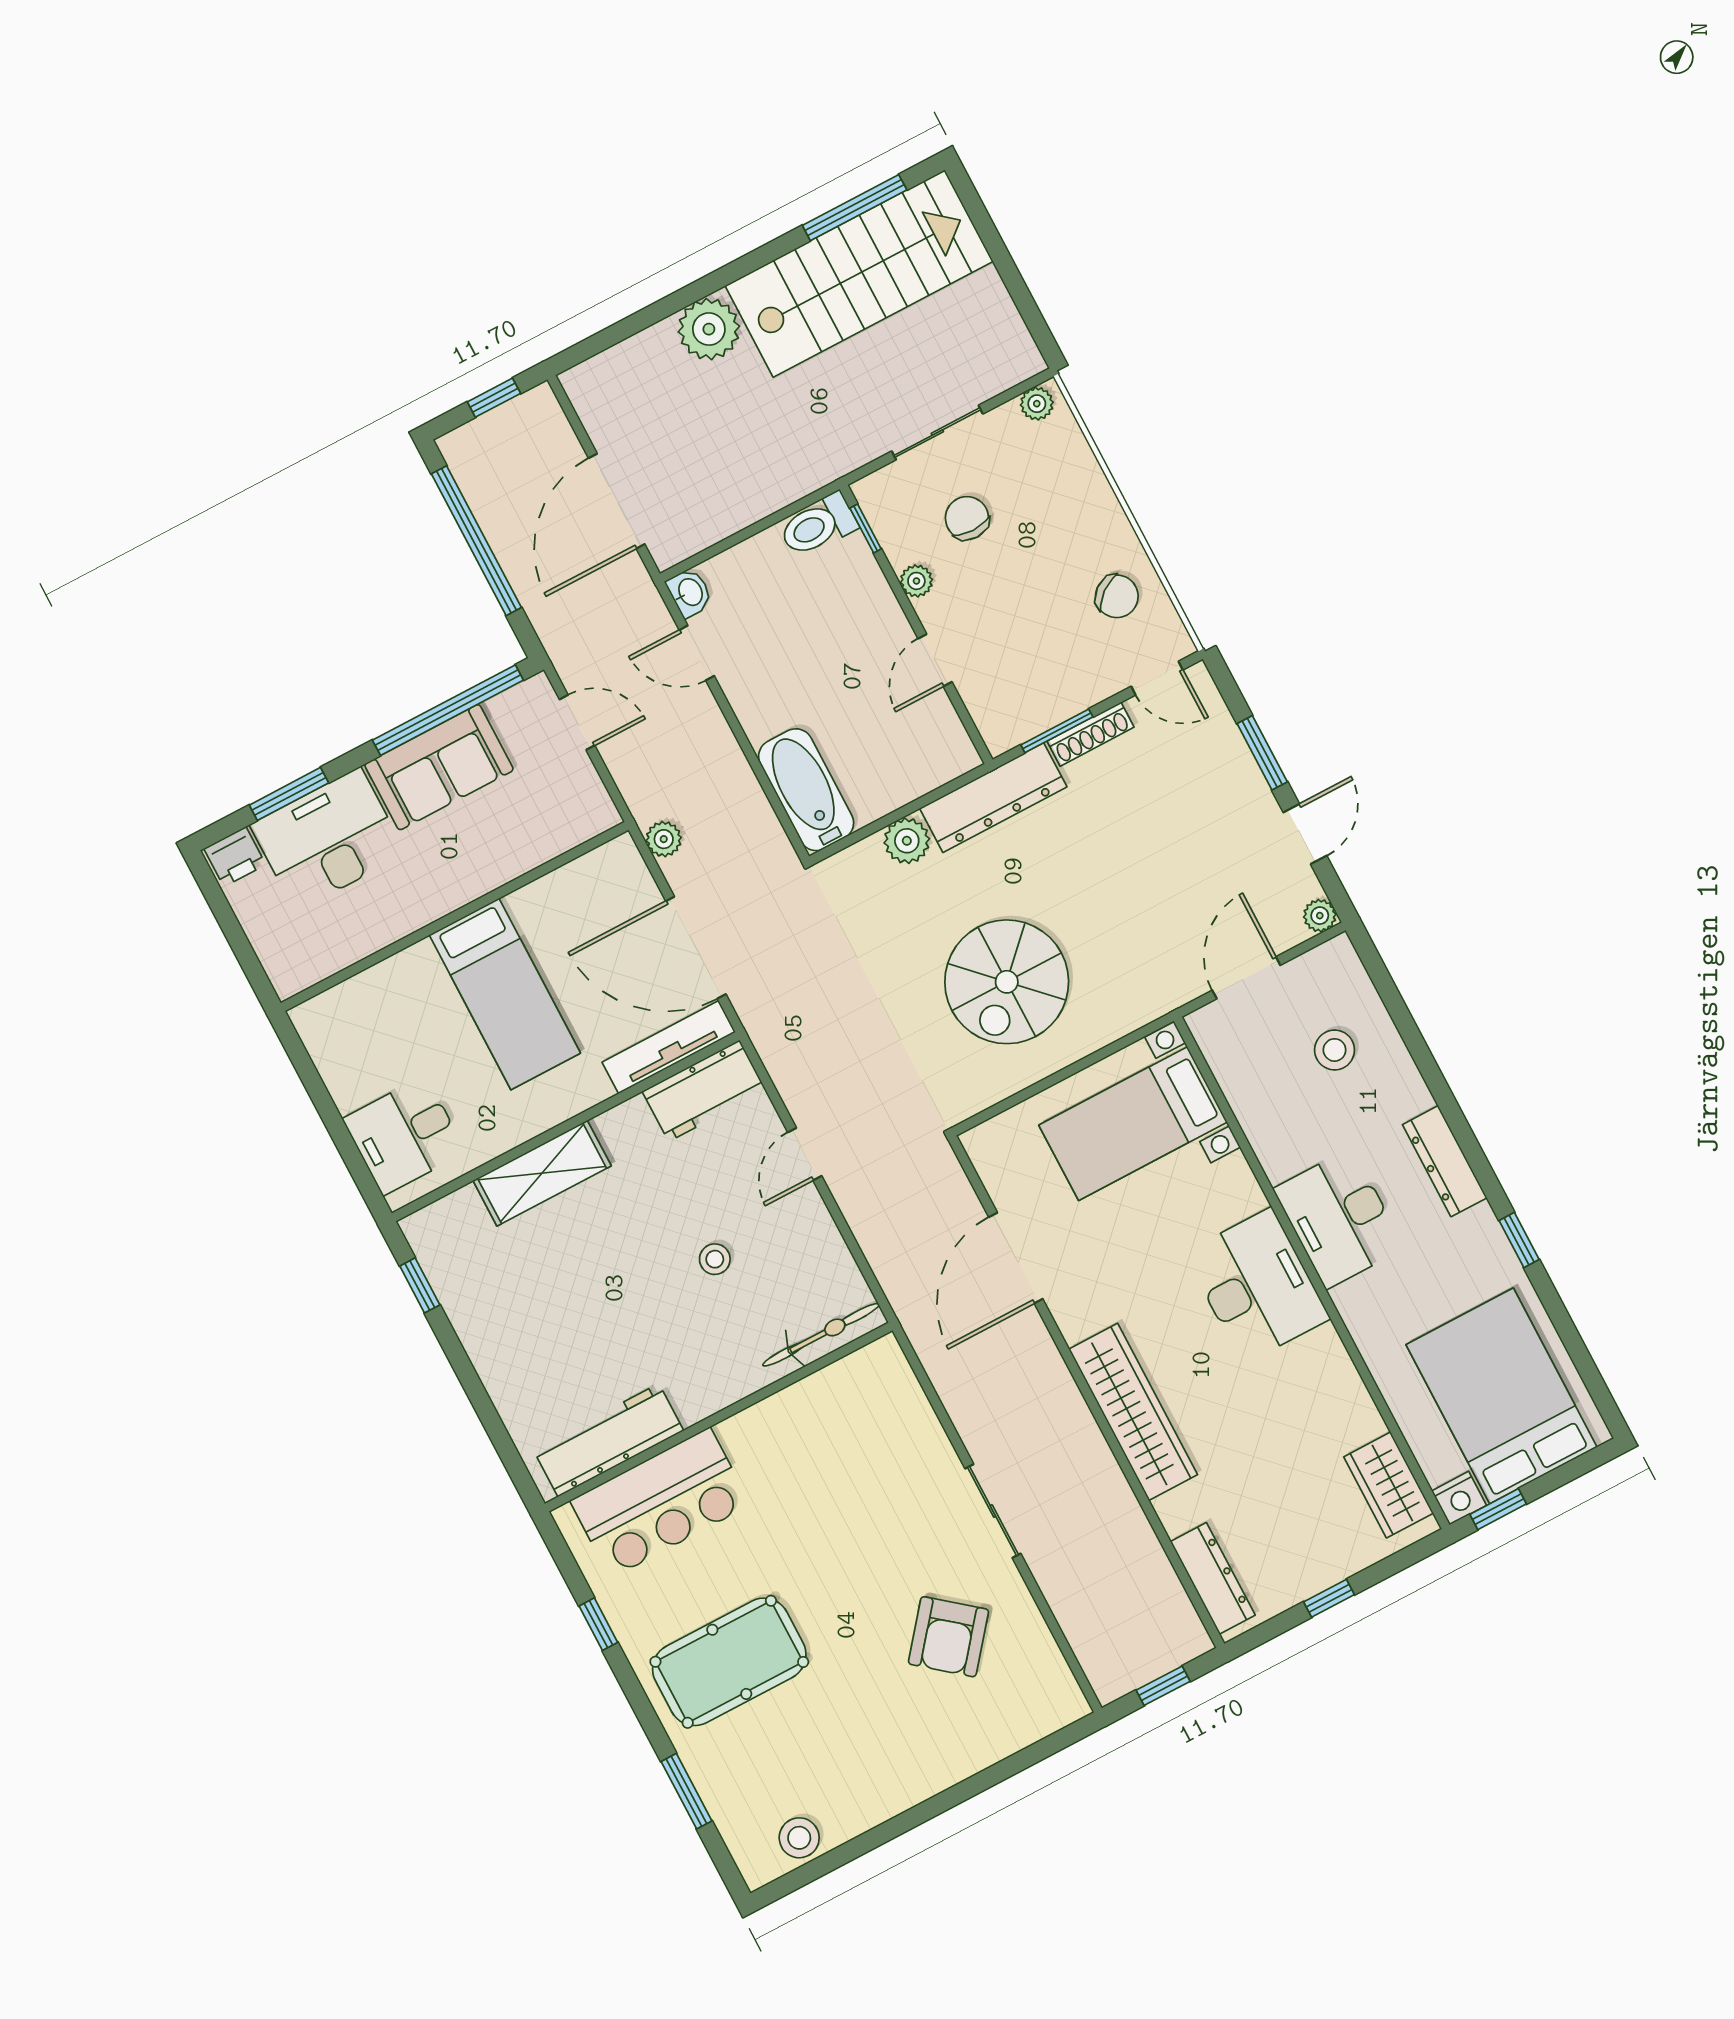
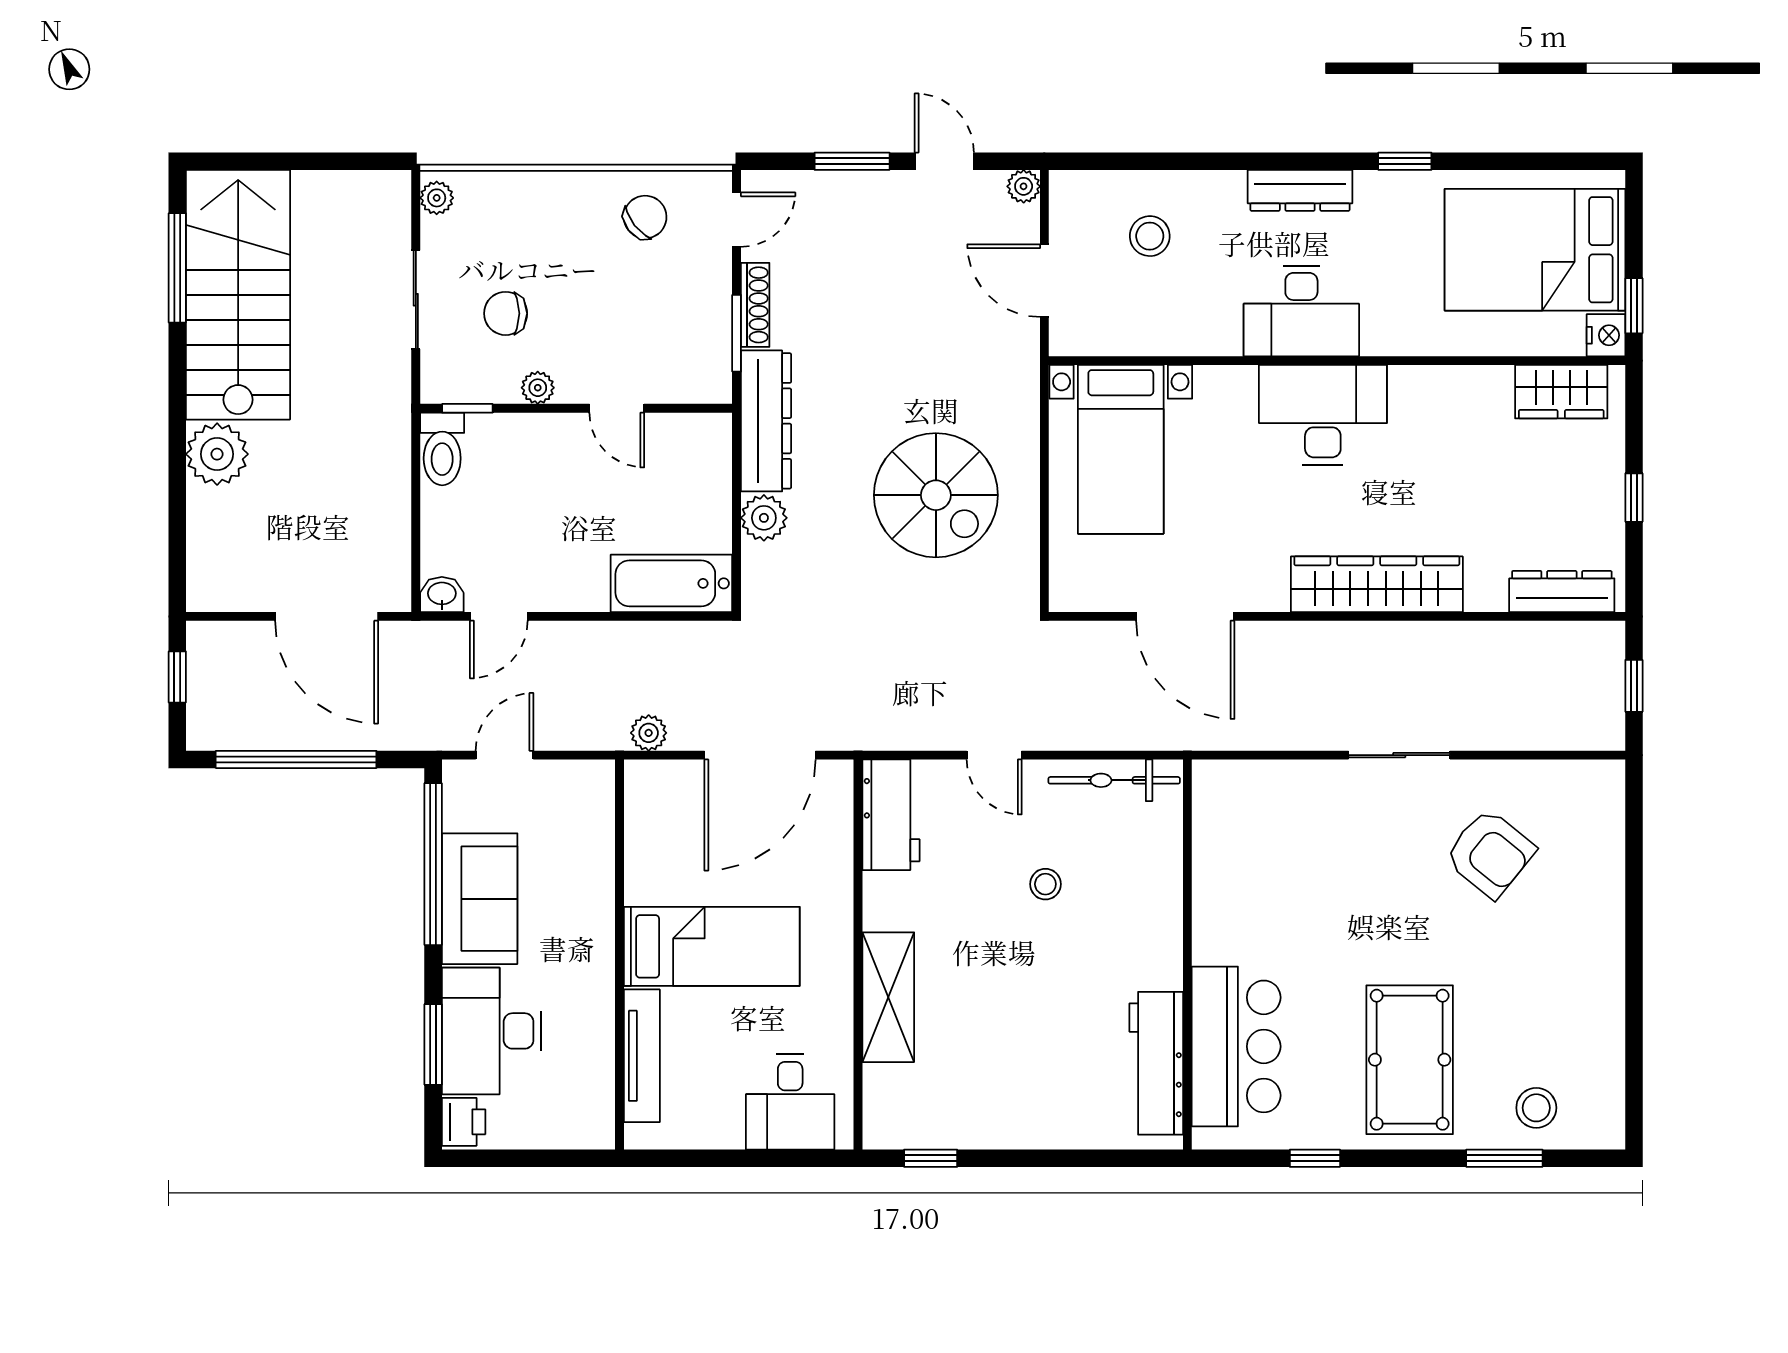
tv unit: (669, 1047) -> (642, 1056), moved, turned 180
bicycle: (821, 1335) -> (1114, 780), moved, turned -90
stool: (799, 1838) -> (1536, 1108), moved

